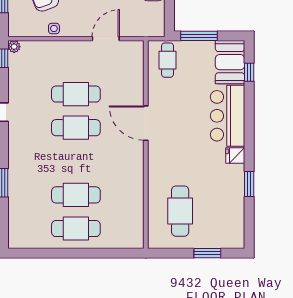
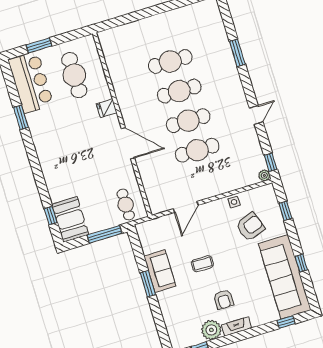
bar counter: (228, 116) -> (31, 82), moved
fridge: (235, 156) -> (107, 108), moved, turned 180
cafe table: (76, 229) -> (179, 91), moved

